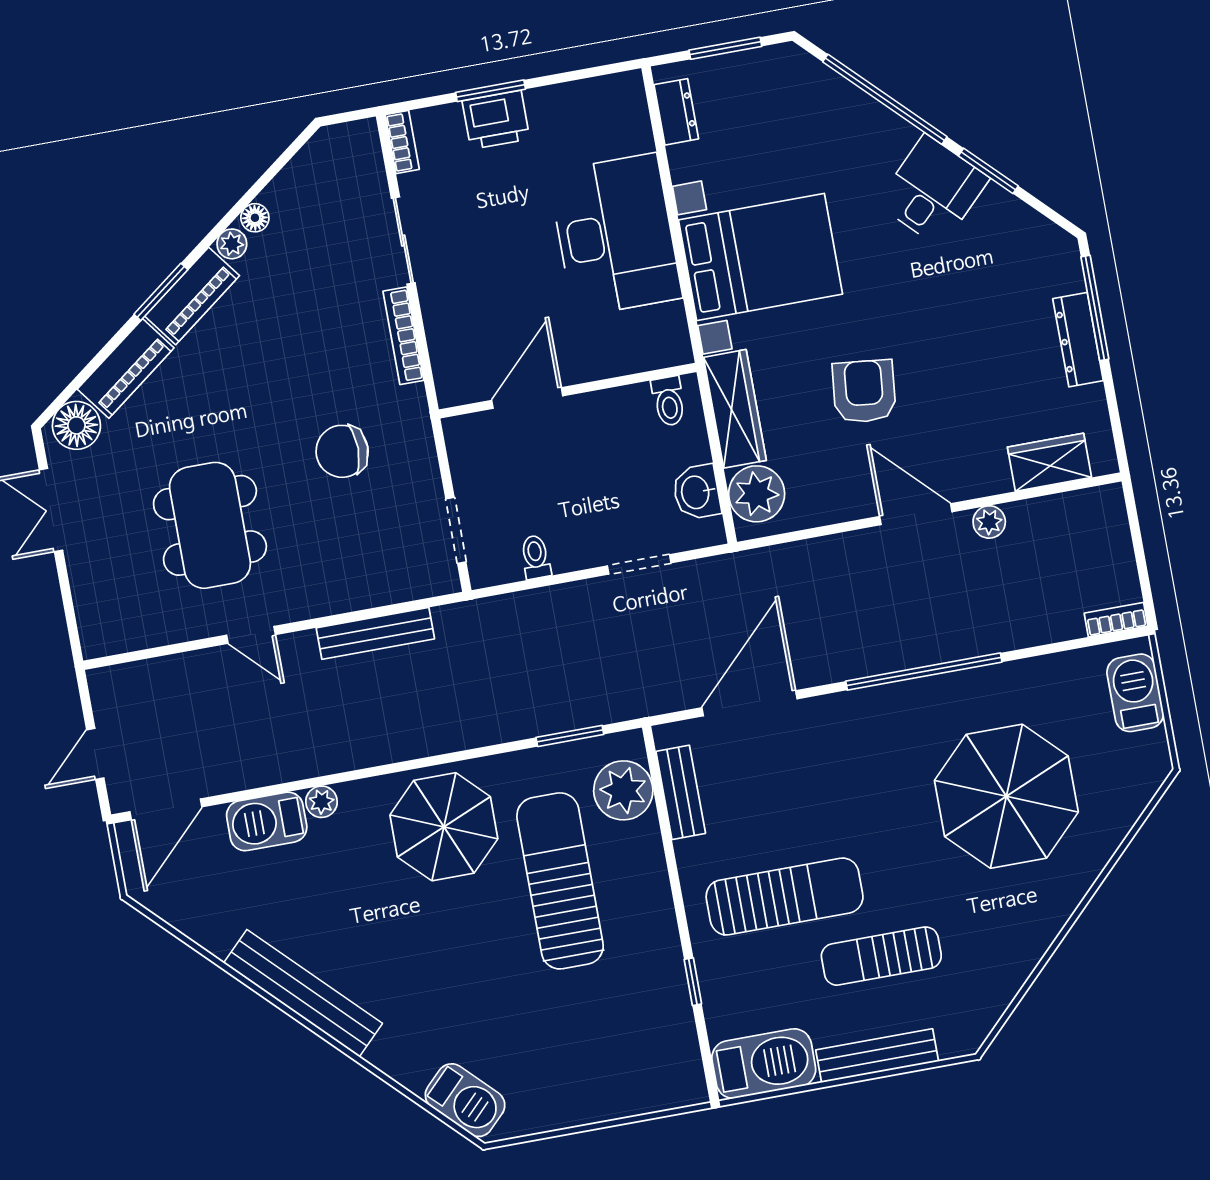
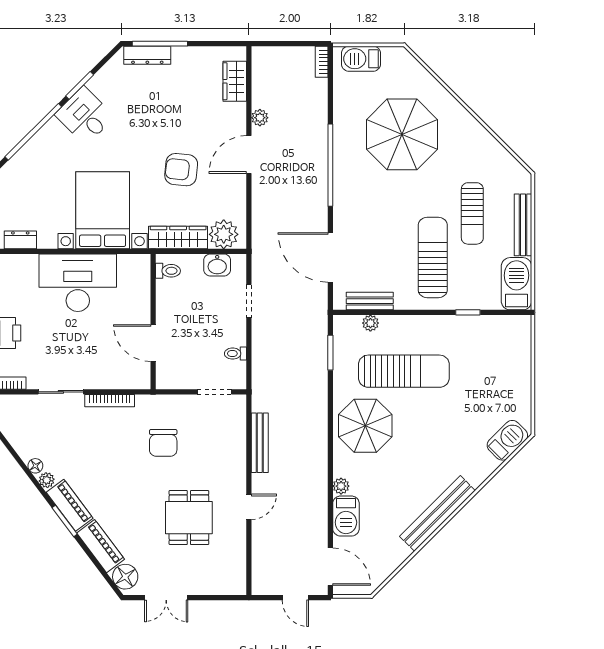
dresser: (1078, 340) -> (147, 55), moved
dining table: (210, 525) -> (189, 518), width x0.73
plant: (623, 790) -> (370, 323), width x0.53, depth x0.53
sun lounger: (560, 881) -> (404, 371), turned 180

